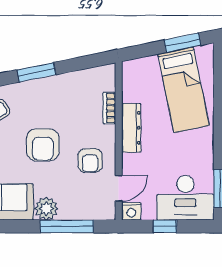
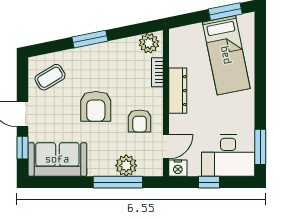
plant: (100, 77) -> (149, 43), added
plant: (46, 209) -> (126, 166), moved

